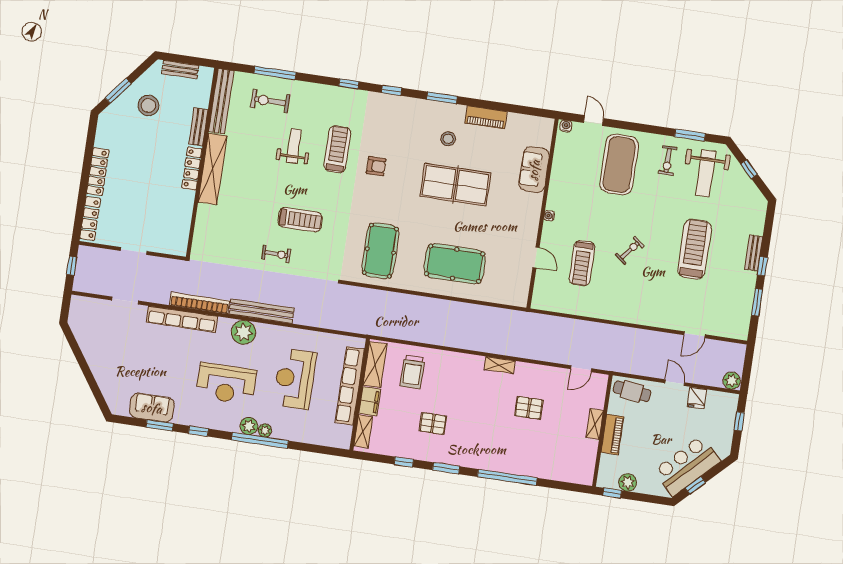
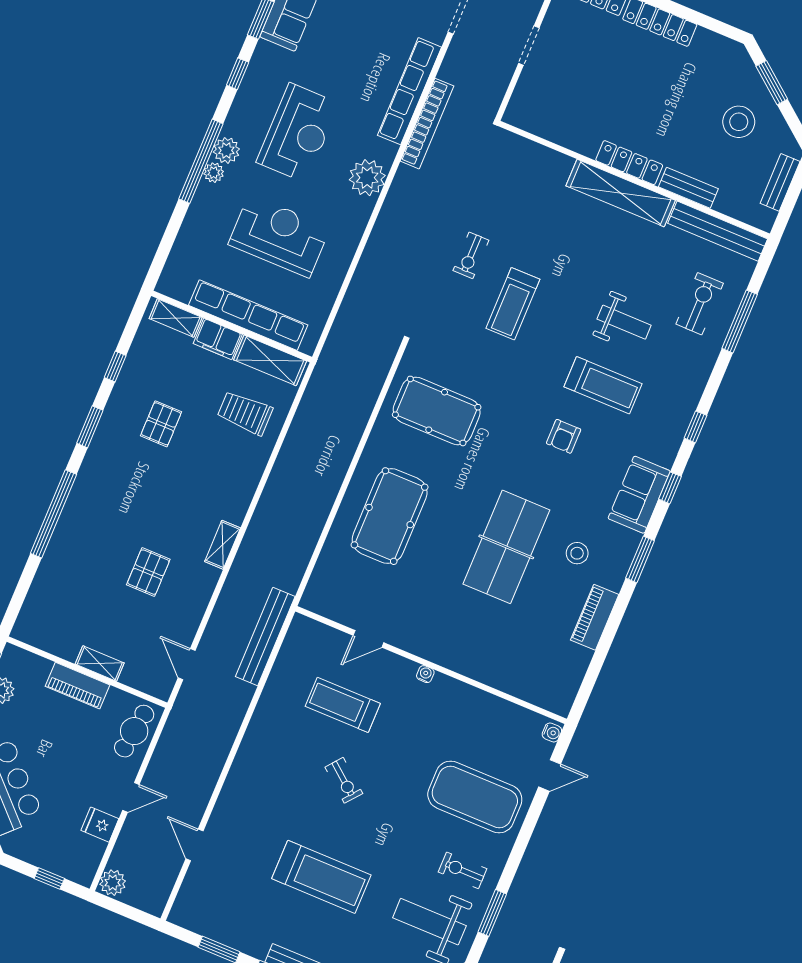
sofa: (534, 170) -> (639, 495), moved, turned -90
bench: (262, 311) -> (265, 637), moved
reception desk: (226, 384) -> (298, 133), turned 180

